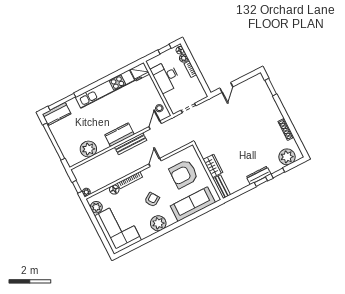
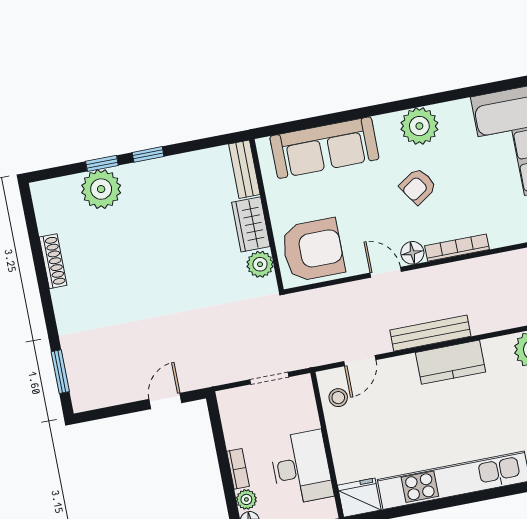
plant: (205, 151) -> (260, 264), added
plant: (287, 157) -> (101, 189), moved
door: (155, 162) -> (386, 272), swing flipped
armchair: (184, 174) -> (313, 250), moved
dresser: (259, 175) -> (149, 171), removed
floor lamp: (114, 190) -> (412, 253), moved

